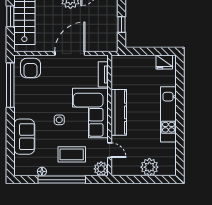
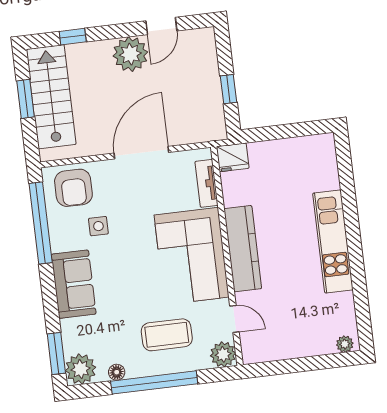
fridge: (164, 62) -> (233, 157), moved
side table: (59, 120) -> (98, 226), moved
sofa: (24, 137) -> (74, 284), moved
window: (10, 157) -> (56, 354), added
plant: (22, 167) -> (81, 369), added
plant: (149, 167) -> (345, 344), moved, width x0.53, depth x0.53

